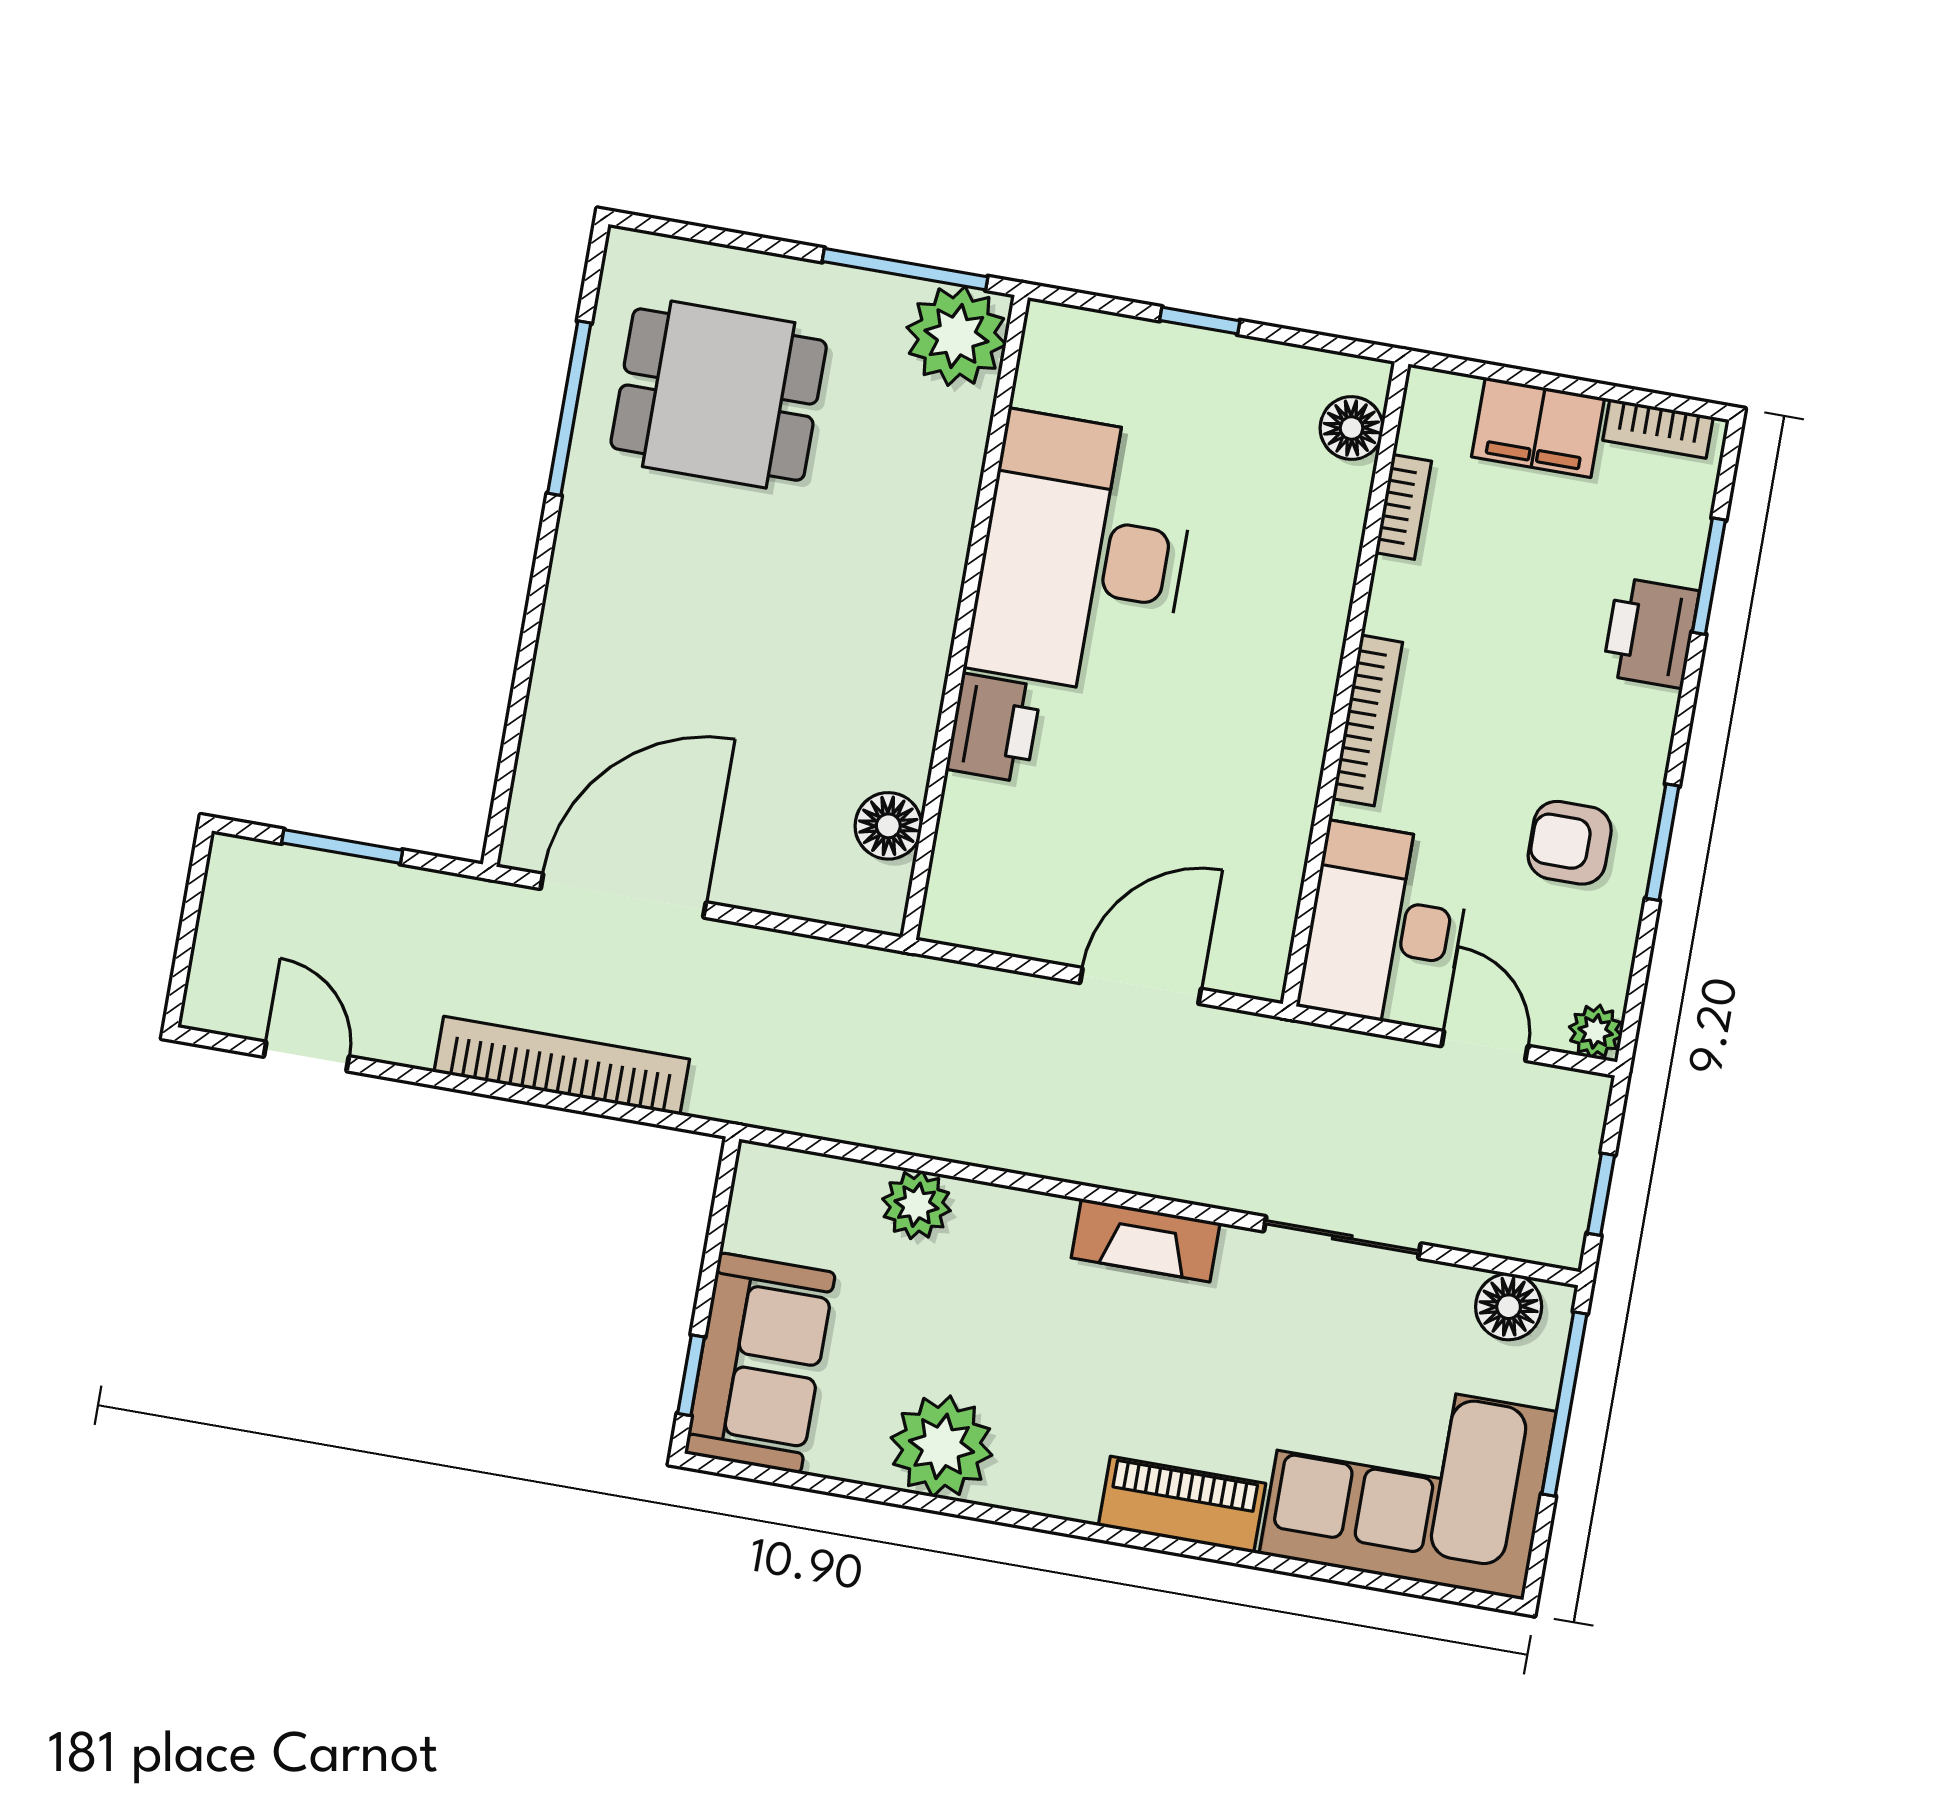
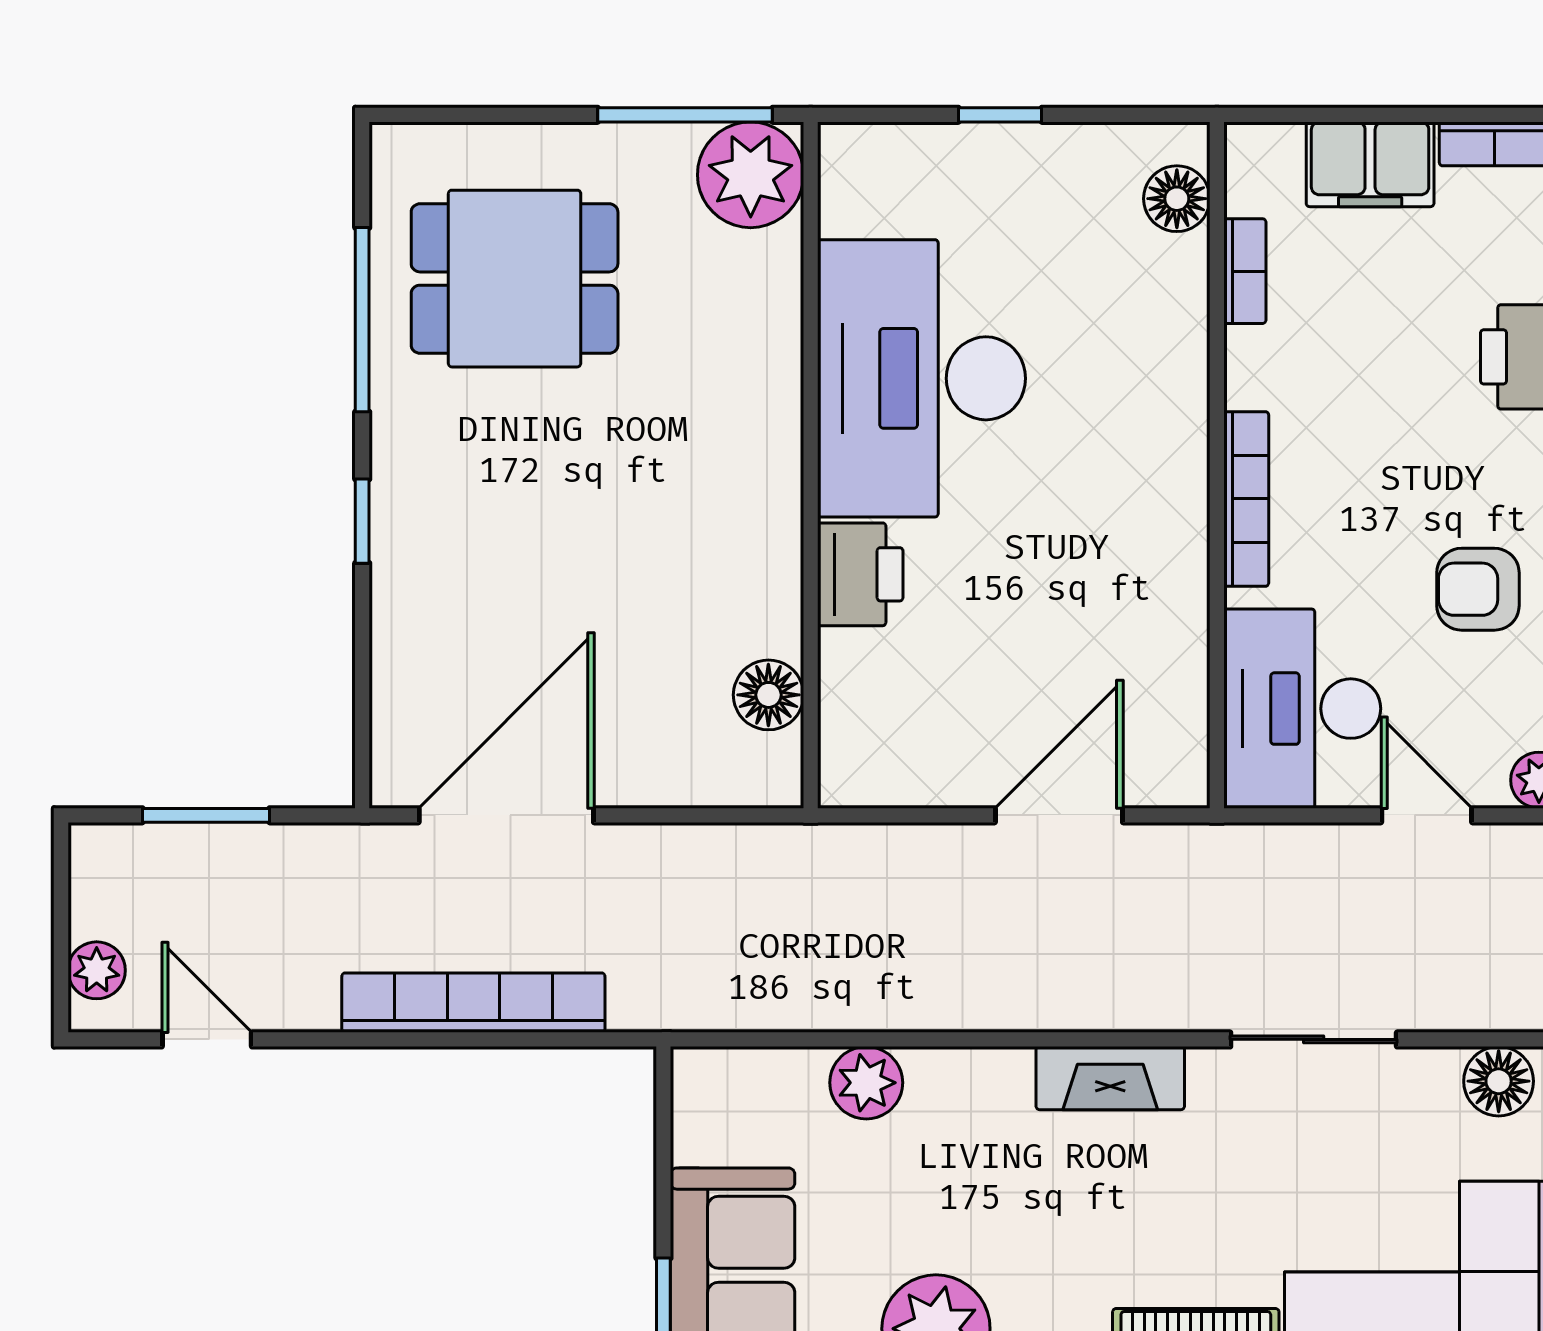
window: (536, 597) -> (362, 521), added
plant: (214, 974) -> (97, 970), added

